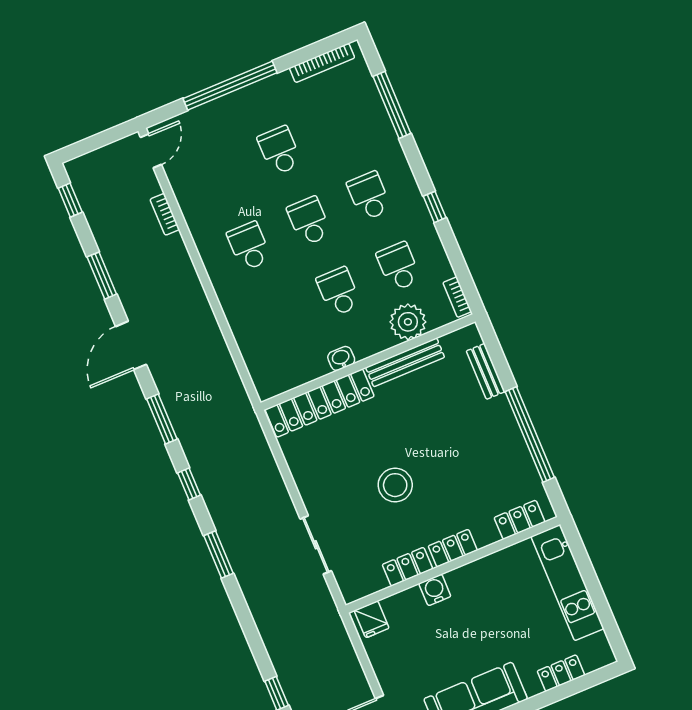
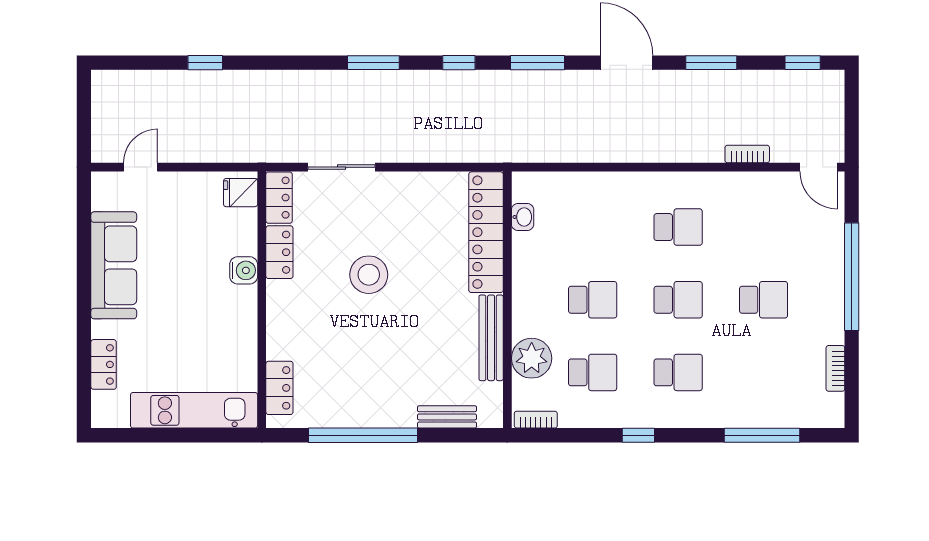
bookcase: (322, 63) -> (835, 368), width x0.64
washbasin: (341, 358) -> (523, 217), moved
locker: (453, 548) -> (279, 198), moved

